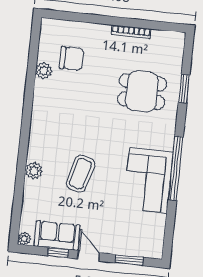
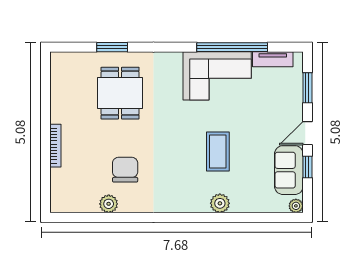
bookcase: (131, 32) -> (55, 146), moved
chair: (72, 58) -> (125, 170), moved
window: (176, 168) -> (232, 47), moved
coffee table: (80, 174) -> (218, 152), turned 75
tv unit: (158, 232) -> (273, 59), added

